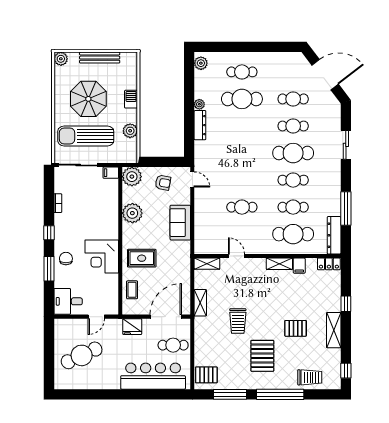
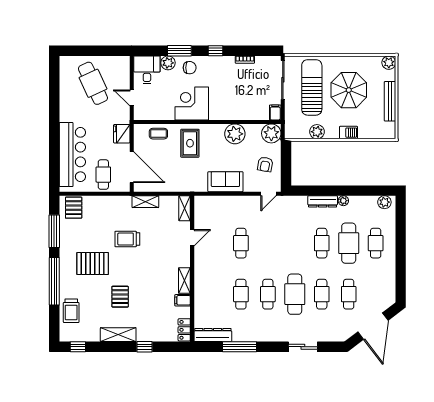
cafe table: (293, 234) -> (322, 243), moved, width x0.73, depth x0.74
plant: (61, 280) -> (168, 63), added

